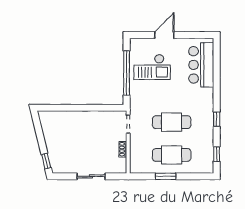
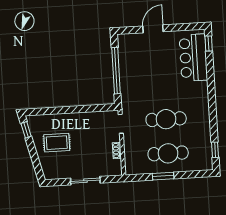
checkout: (152, 67) -> (142, 63), removed
window: (217, 119) -> (209, 44), moved
rug: (66, 138) -> (57, 143), added
window: (46, 161) -> (26, 130), moved

